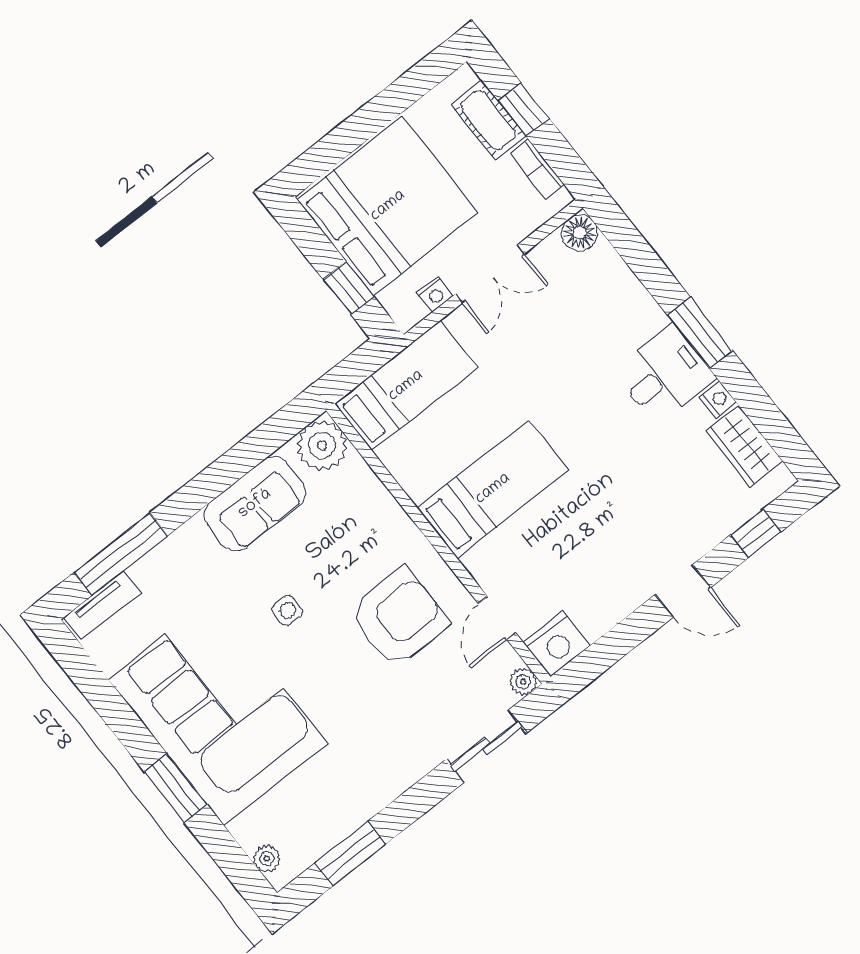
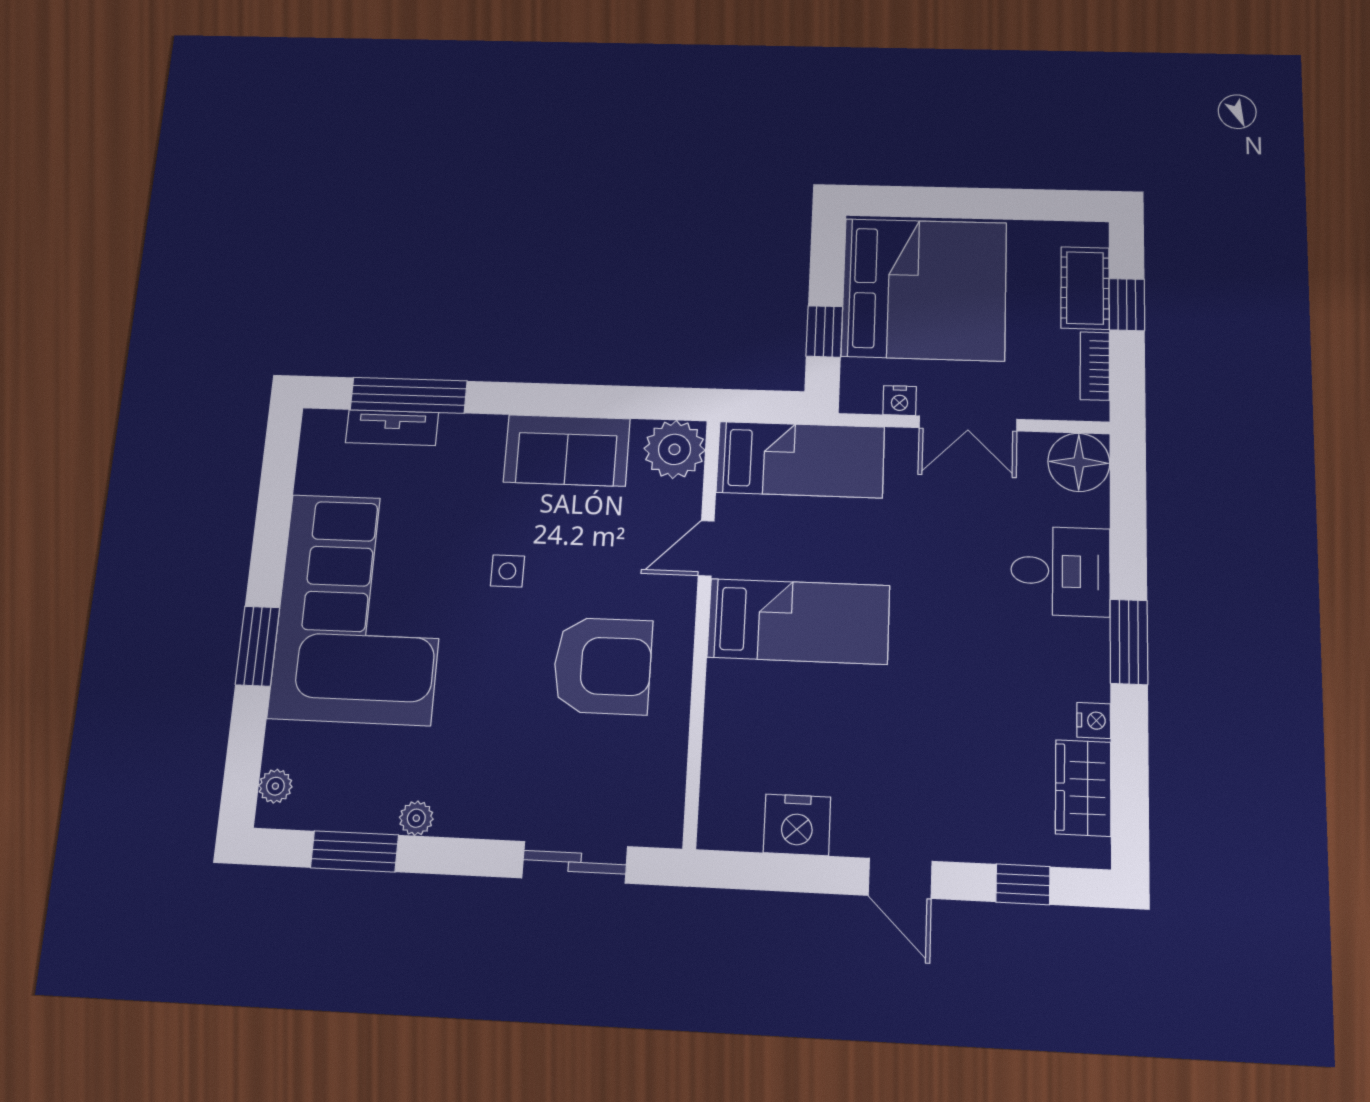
floor lamp: (580, 233) -> (1079, 462), width x1.38, depth x1.38
desk: (665, 375) -> (1060, 571), moved
tv unit: (103, 605) -> (392, 428), moved
door: (497, 618) -> (706, 548), moved
nightstand: (556, 644) -> (797, 825), moved
plant: (523, 682) -> (416, 818), moved

